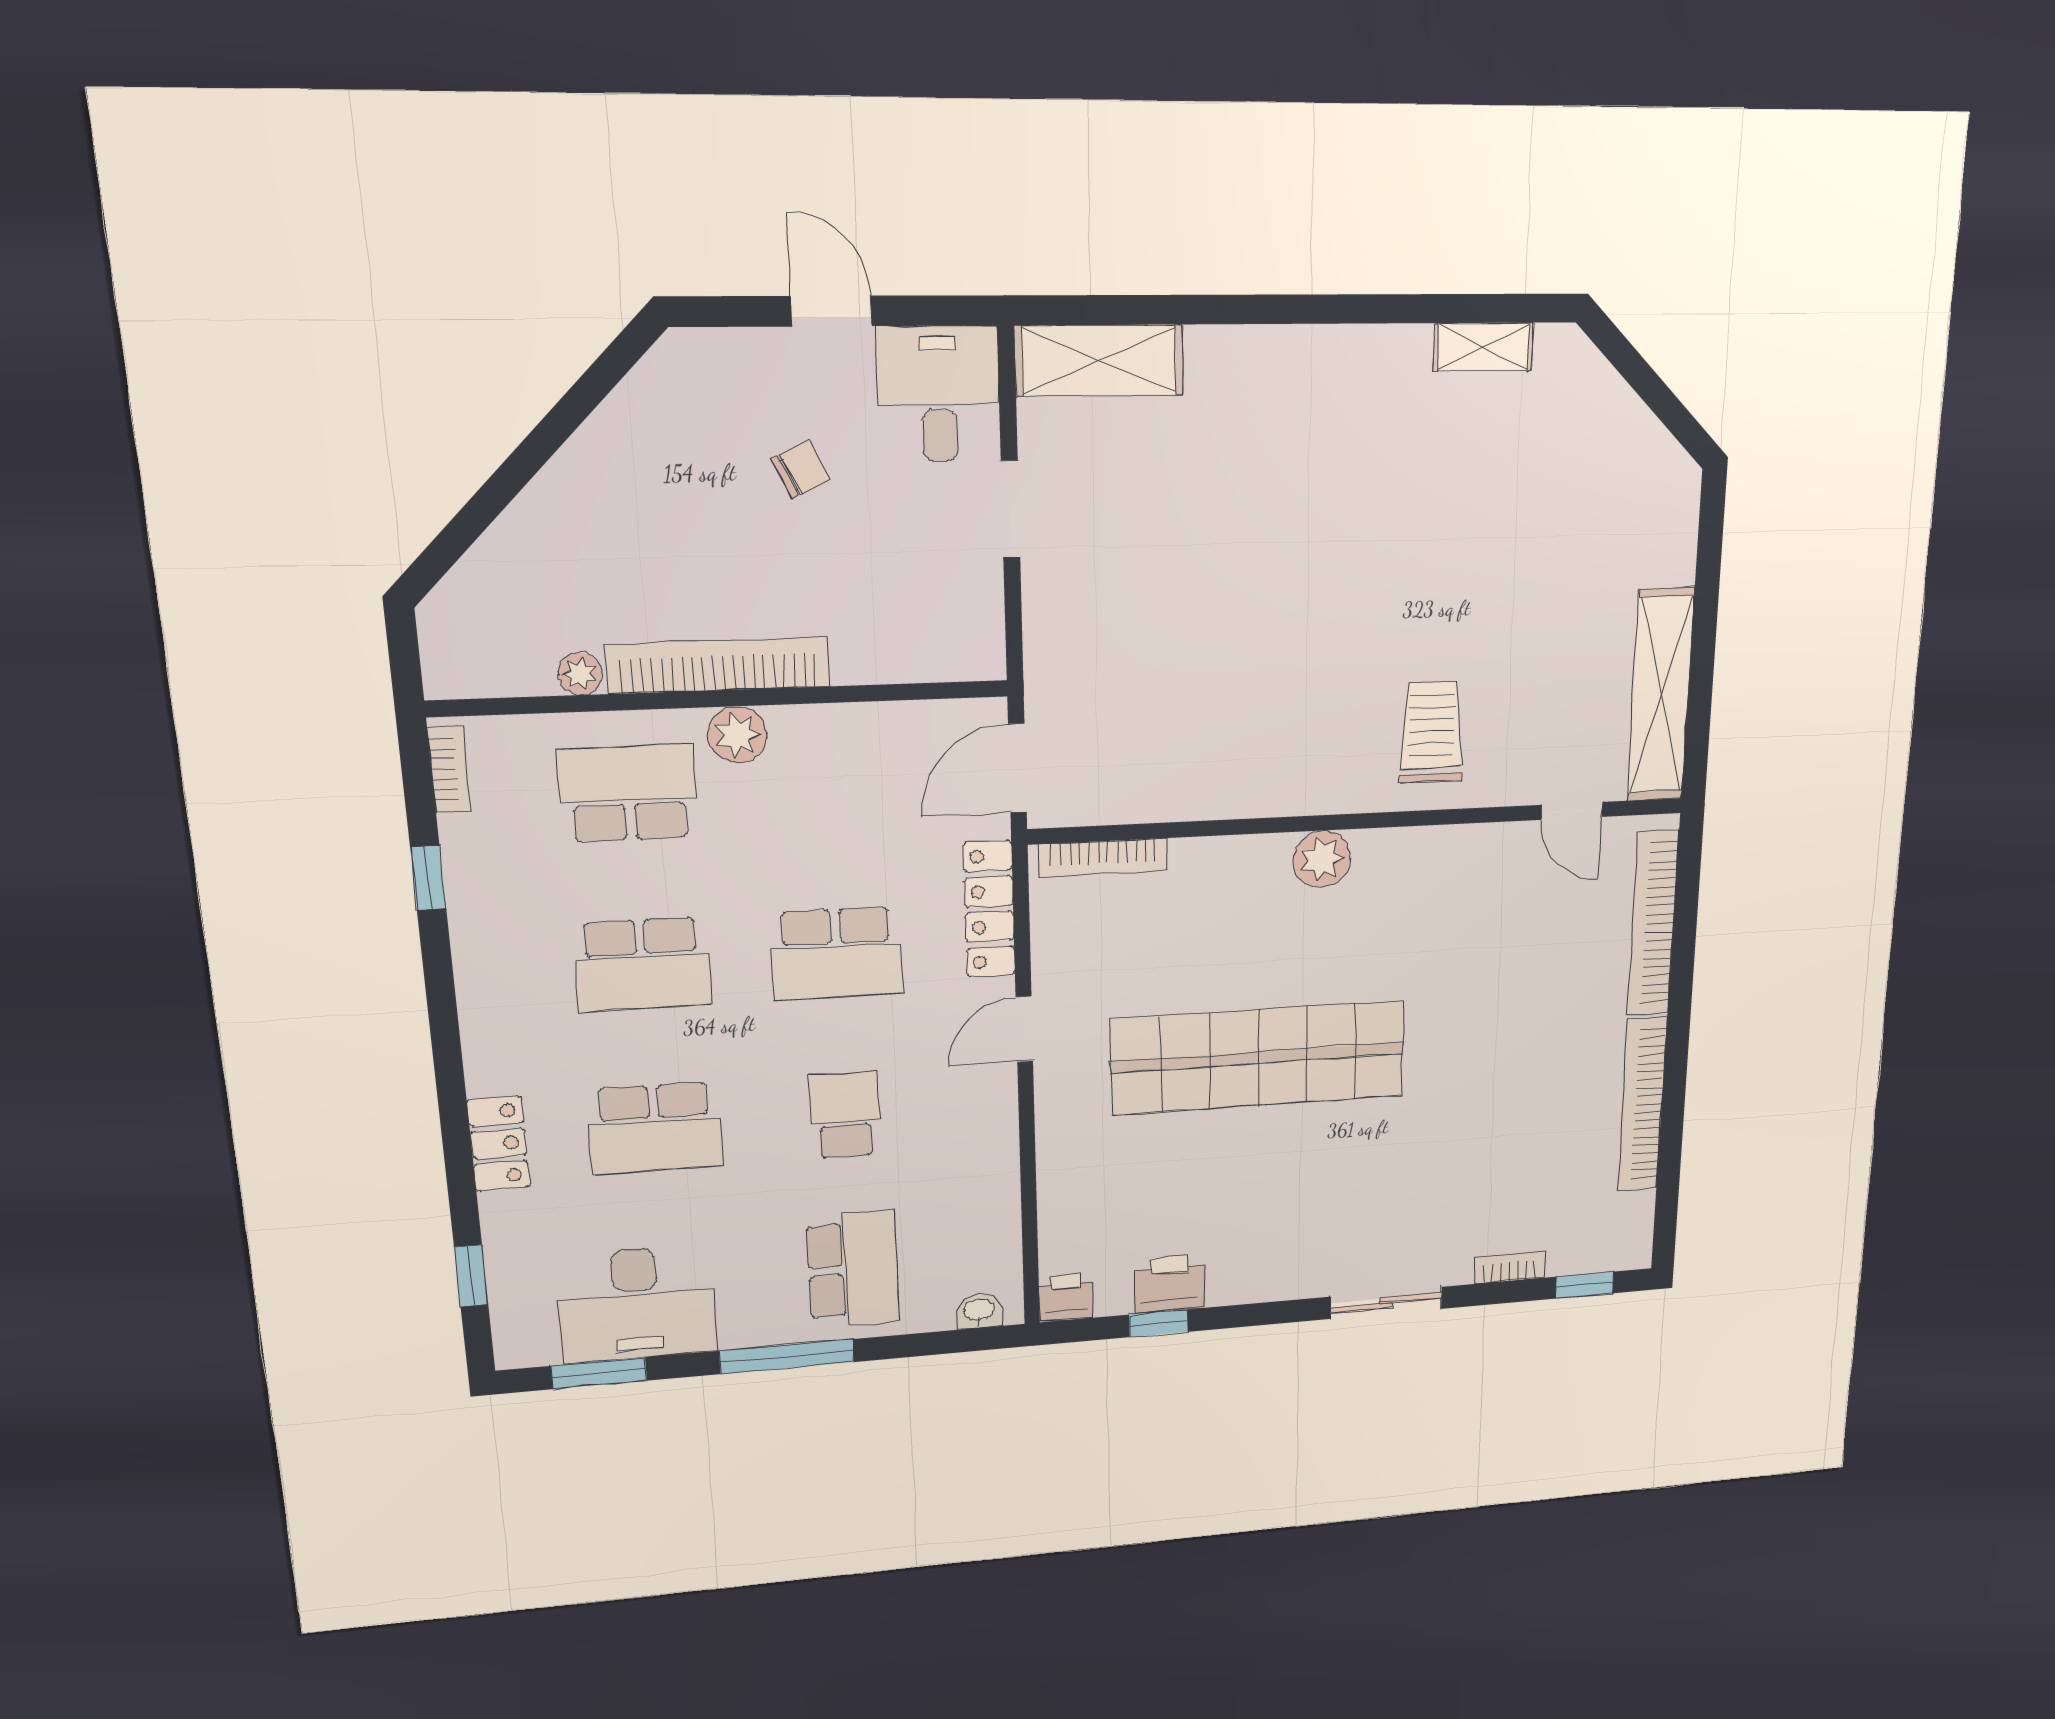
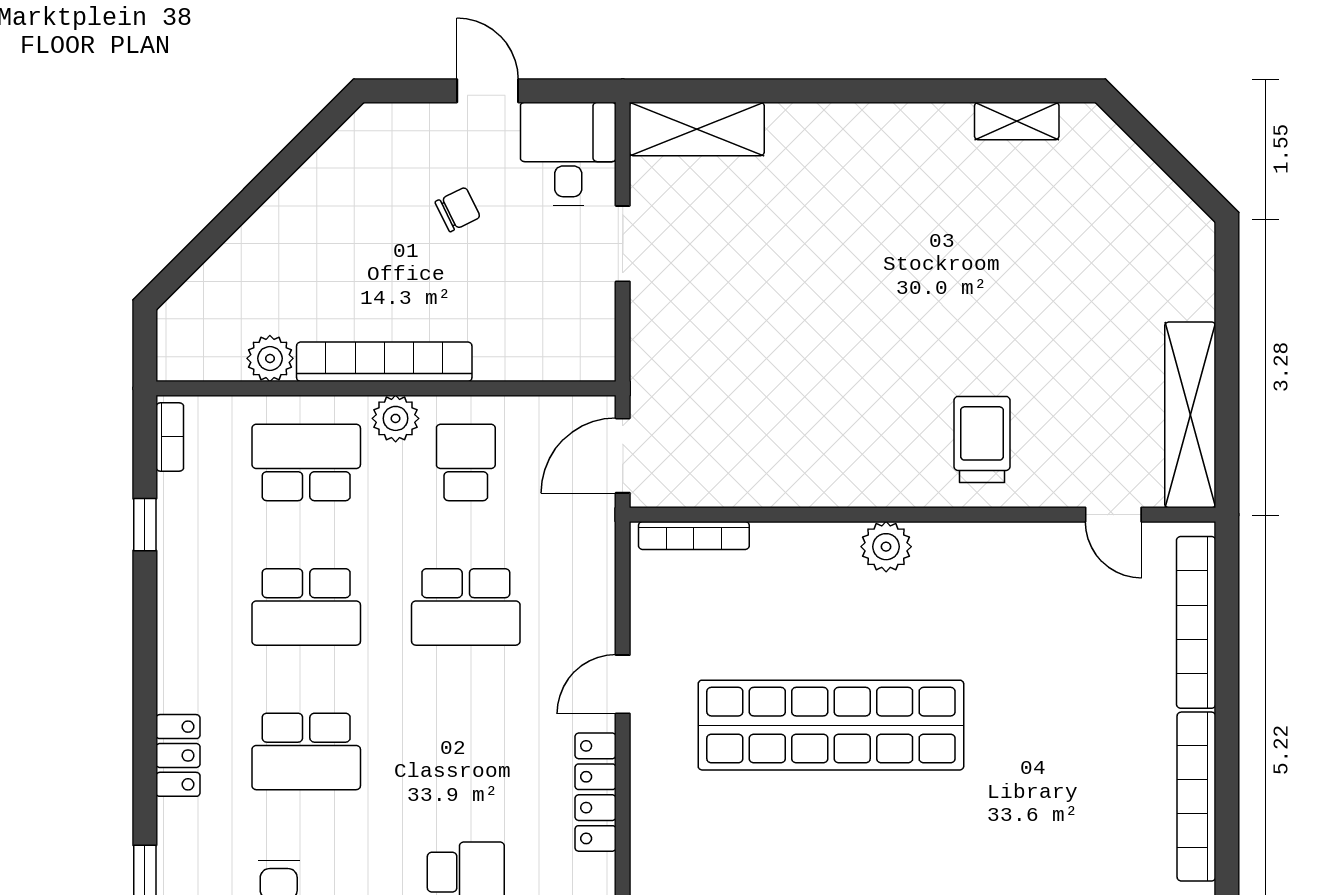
plant: (580, 674) -> (270, 358), width x1.38, depth x1.38
locker: (989, 909) -> (596, 792), moved
school desk: (845, 1115) -> (466, 462), moved

